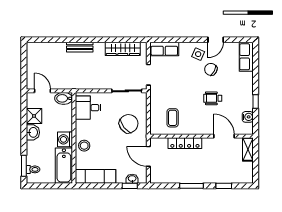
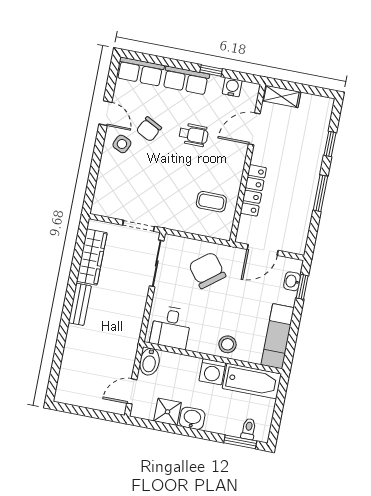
bench: (80, 47) -> (80, 304), moved
row of seats: (164, 49) -> (186, 80), moved, turned 90
wheelchair: (213, 98) -> (194, 135), turned -90

